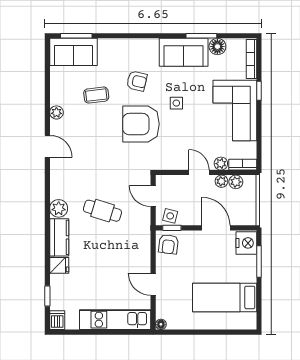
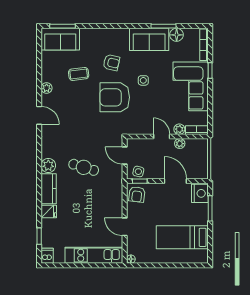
plant: (236, 182) -> (191, 144), removed

